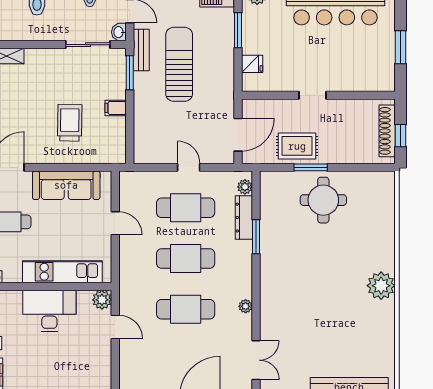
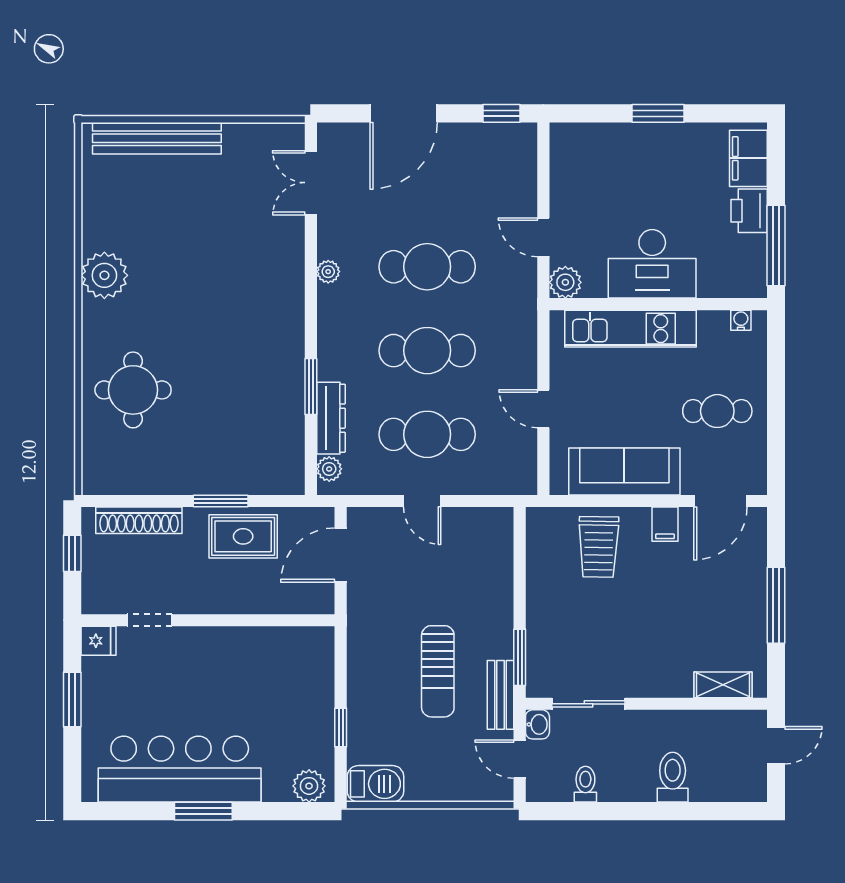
window: (238, 30) -> (341, 727), width x0.67
sun lounger: (179, 64) -> (438, 671), width x0.73, depth x0.75
fridge: (252, 64) -> (99, 641), moved, turned 180
doorway: (312, 95) -> (150, 620), moved
filing cabinet: (116, 108) -> (665, 524), moved, turned 90
trolley: (70, 123) -> (599, 547), moved
shoe rack: (387, 131) -> (139, 520), moved, turned 90
round table: (323, 200) -> (133, 390), moved
plant: (381, 286) -> (104, 275), moved

